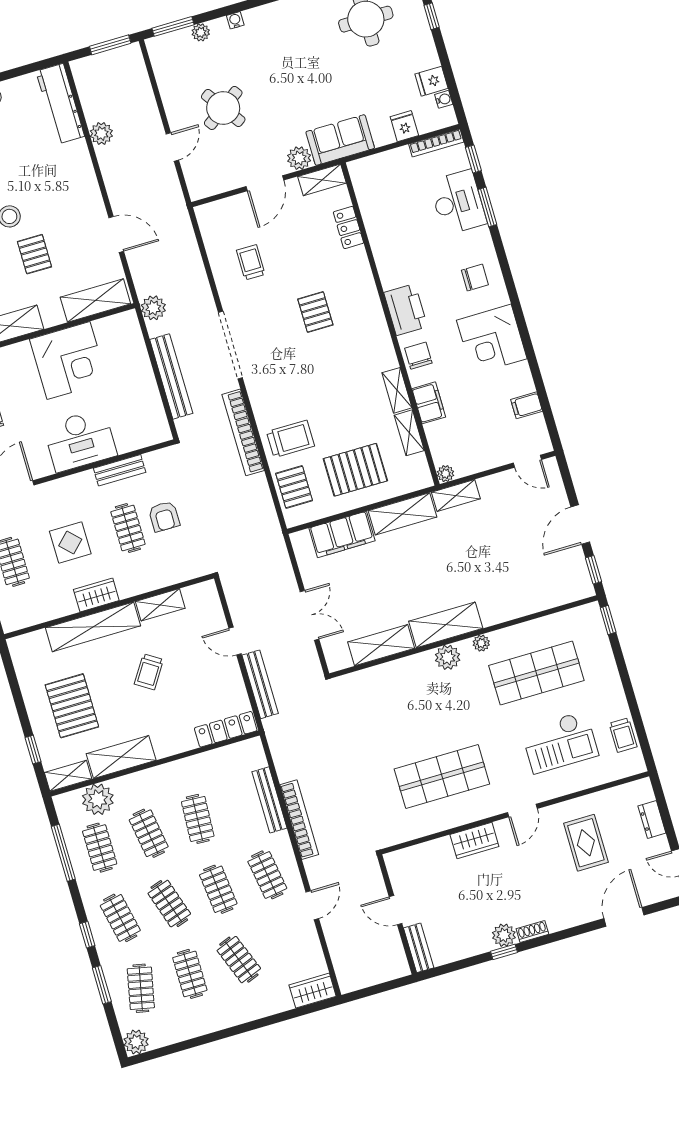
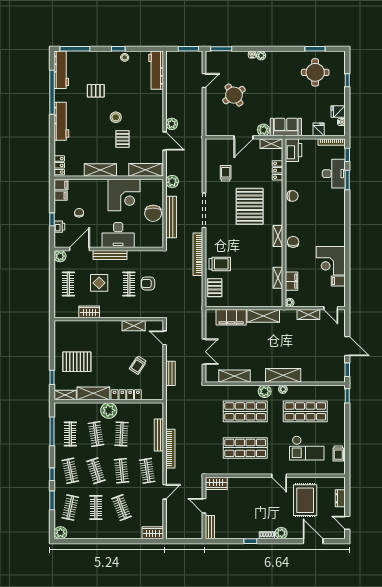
plant: (201, 32) -> (261, 55), moved
plant: (101, 133) -> (172, 124), moved
door: (172, 147) -> (204, 80), moved
chair: (475, 277) -> (293, 196), moved
printer: (406, 310) -> (293, 150), moved
pallet: (315, 312) -> (250, 206), width x2.05, depth x2.00
corner desk: (492, 339) -> (331, 261), moved
chair: (135, 379) -> (153, 213), added
shelving: (397, 390) -> (278, 236), moved
filing cabinet: (429, 403) -> (291, 281), moved
bench: (120, 470) -> (110, 255), moved, width x1.36
pallet: (355, 470) -> (247, 288), removed
shelving: (456, 495) -> (308, 315), moved
armchair: (164, 516) -> (148, 284), turned 90
door: (580, 524) -> (347, 346), swing flipped
wardrobe: (96, 595) -> (89, 312), moved
shelving: (446, 625) -> (283, 375), moved
shelving: (93, 627) -> (98, 327), removed
door: (235, 641) -> (165, 338), moved
trolley: (149, 672) -> (138, 365), moved
bench: (260, 684) -> (171, 373), width x0.73
pallet: (72, 706) -> (77, 362), turned 90
shop shelf: (421, 707) -> (245, 411), added
locker: (226, 729) -> (126, 395), moved
plant: (98, 799) -> (109, 410), moved
door: (522, 811) -> (279, 476), hinge flipped
wardrobe: (474, 840) -> (216, 483), moved
rug: (586, 843) -> (305, 500), width x1.36, depth x1.43
door: (624, 917) -> (313, 541), hinge flipped
plant: (504, 935) -> (281, 533), moved

